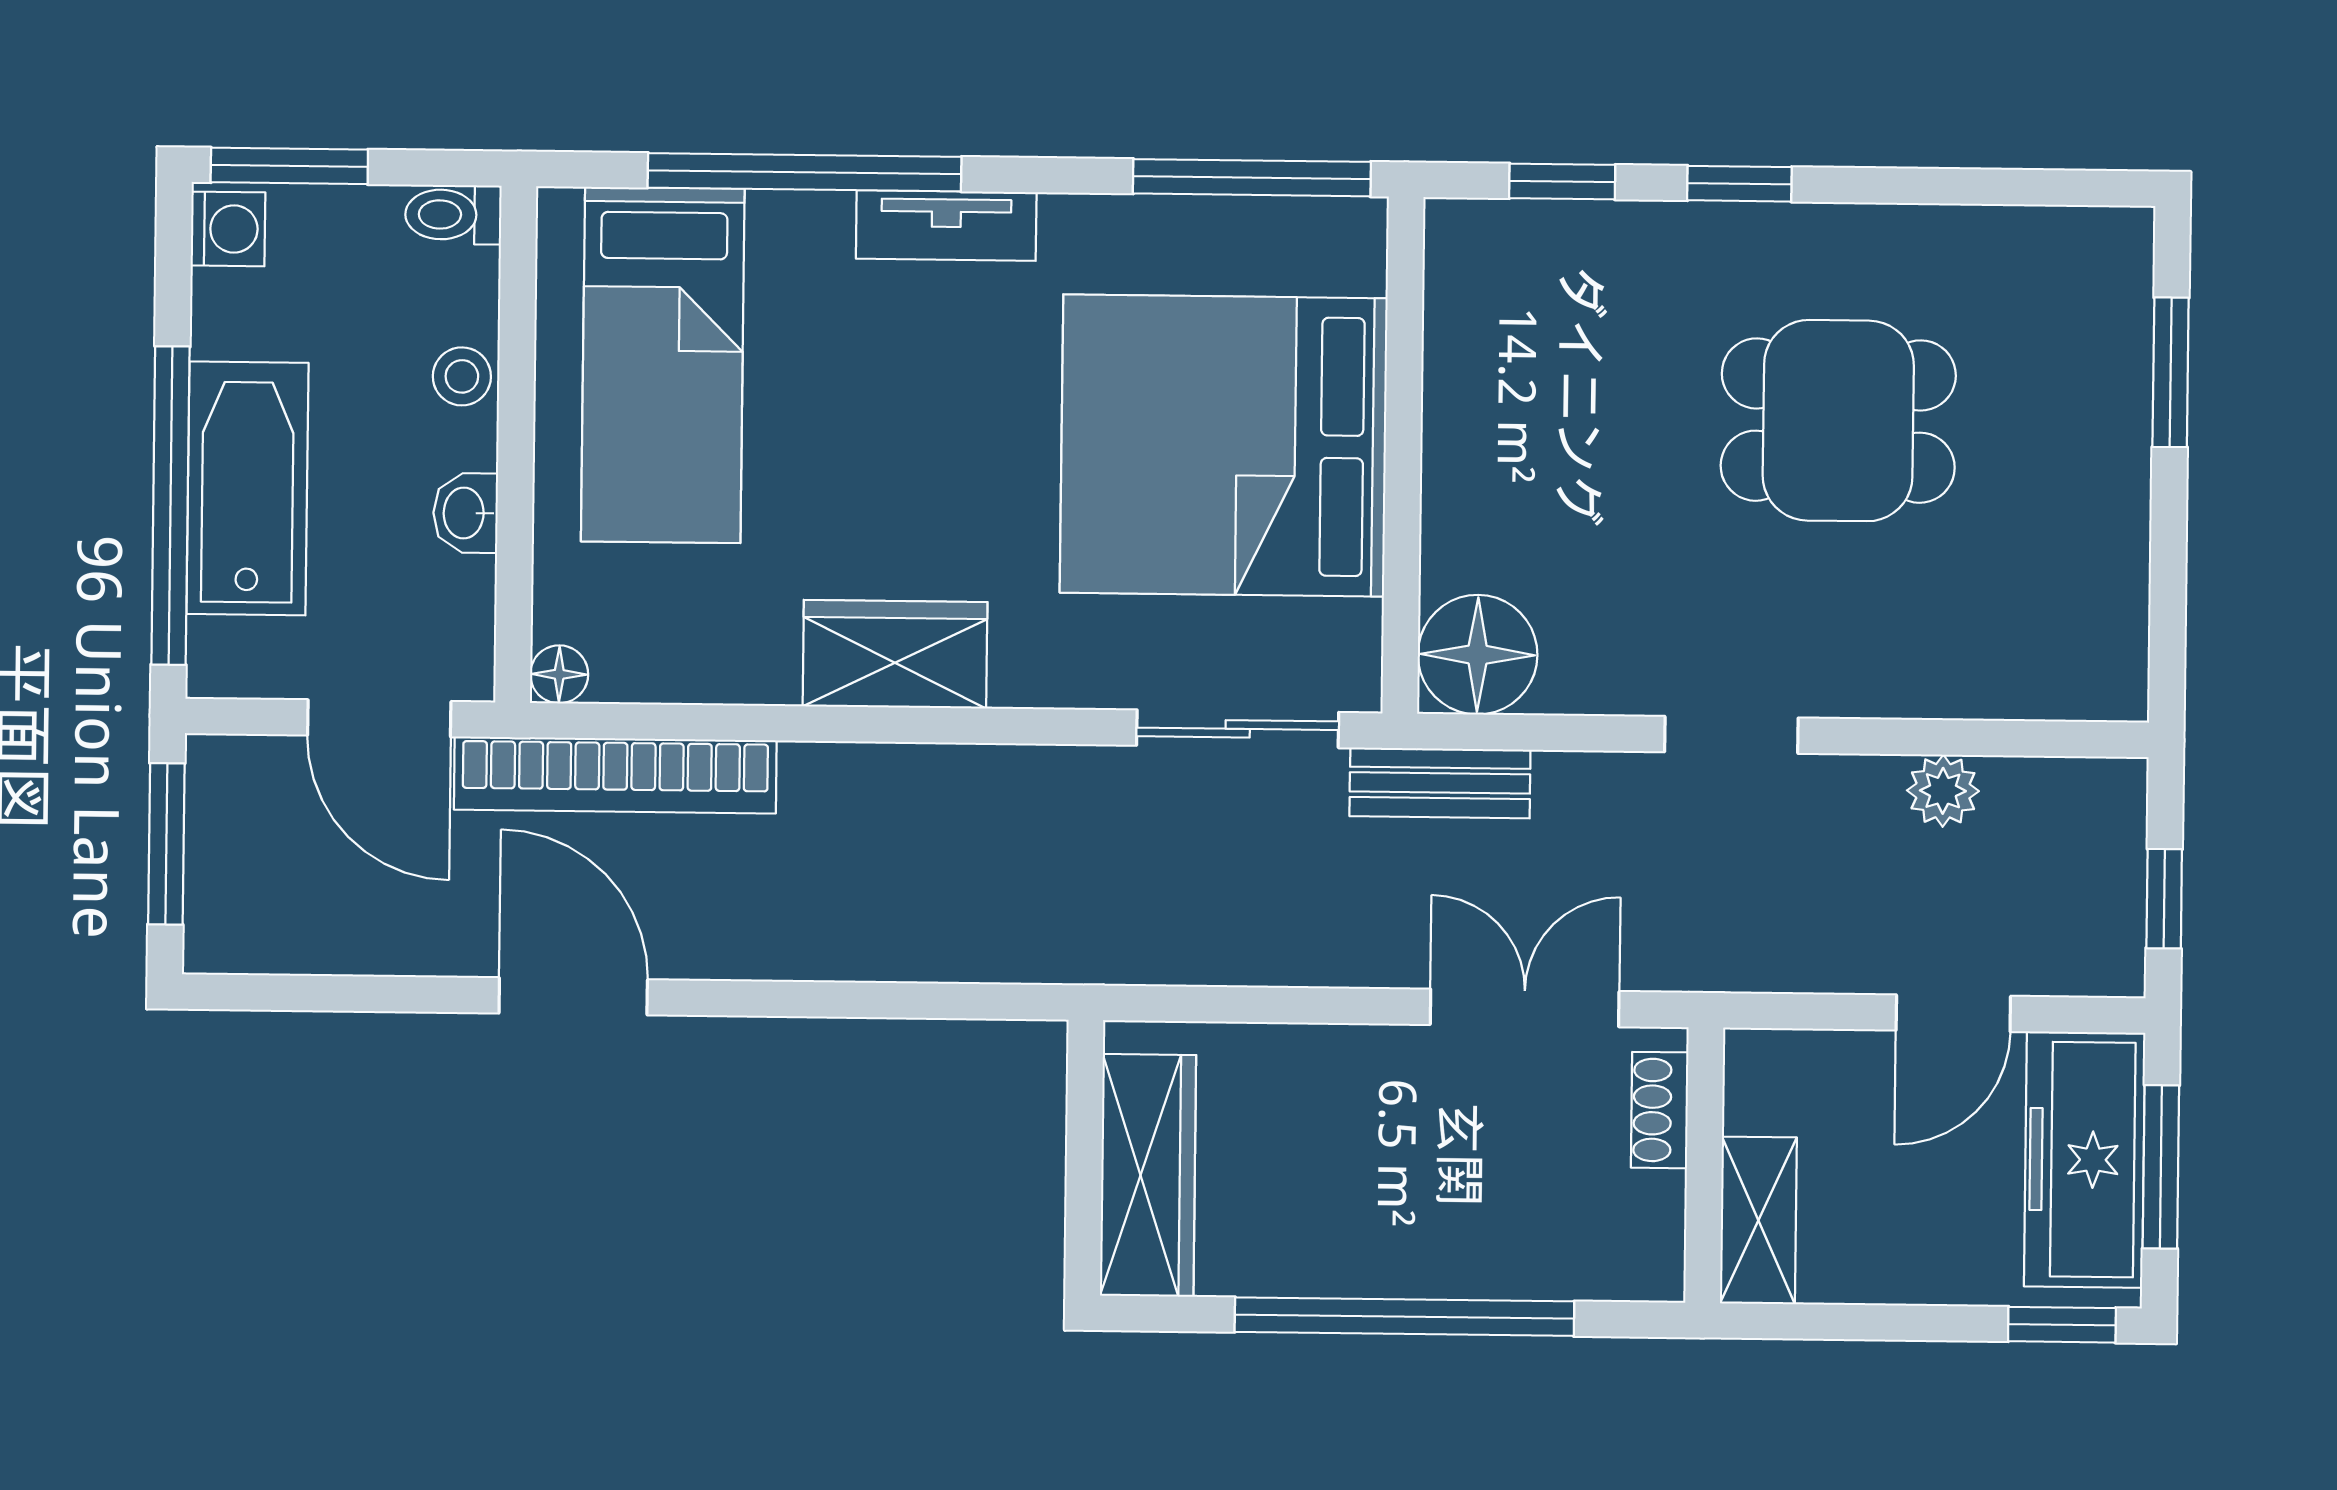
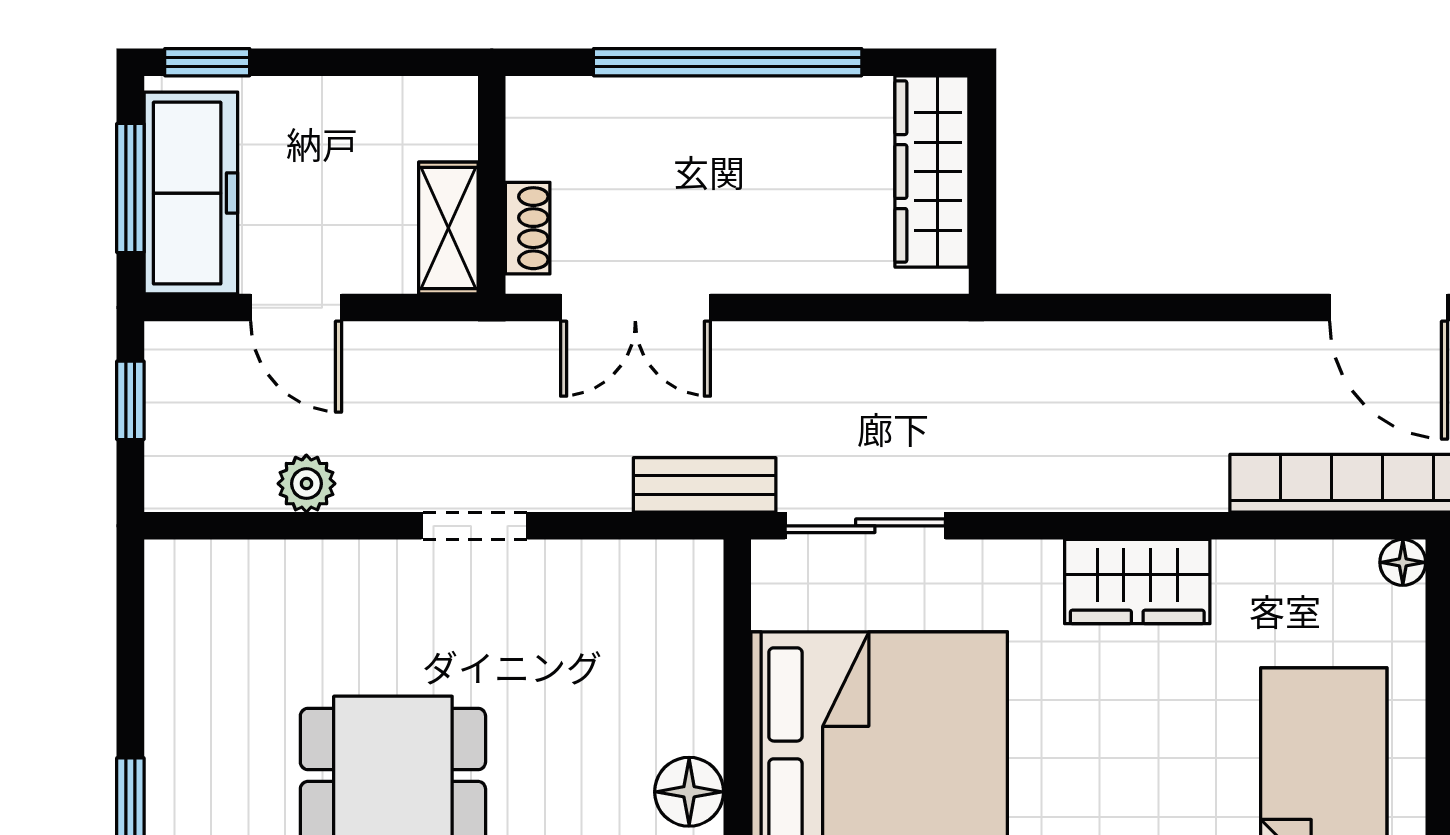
floor lamp: (1478, 655) -> (689, 792), moved, width x0.73, depth x0.73
door: (1953, 1013) -> (296, 308), swing flipped
shelving: (1758, 1220) -> (448, 228), moved

